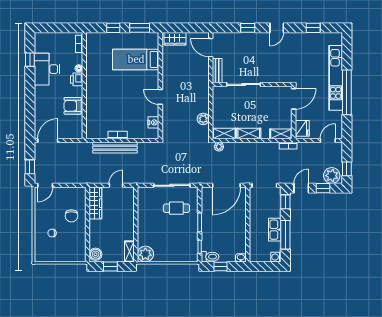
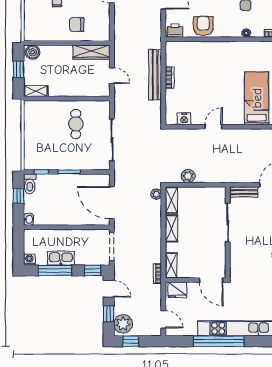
printer: (77, 79) -> (175, 30), moved
cafe table: (176, 208) -> (76, 124), moved
plant: (145, 254) -> (33, 110), removed

